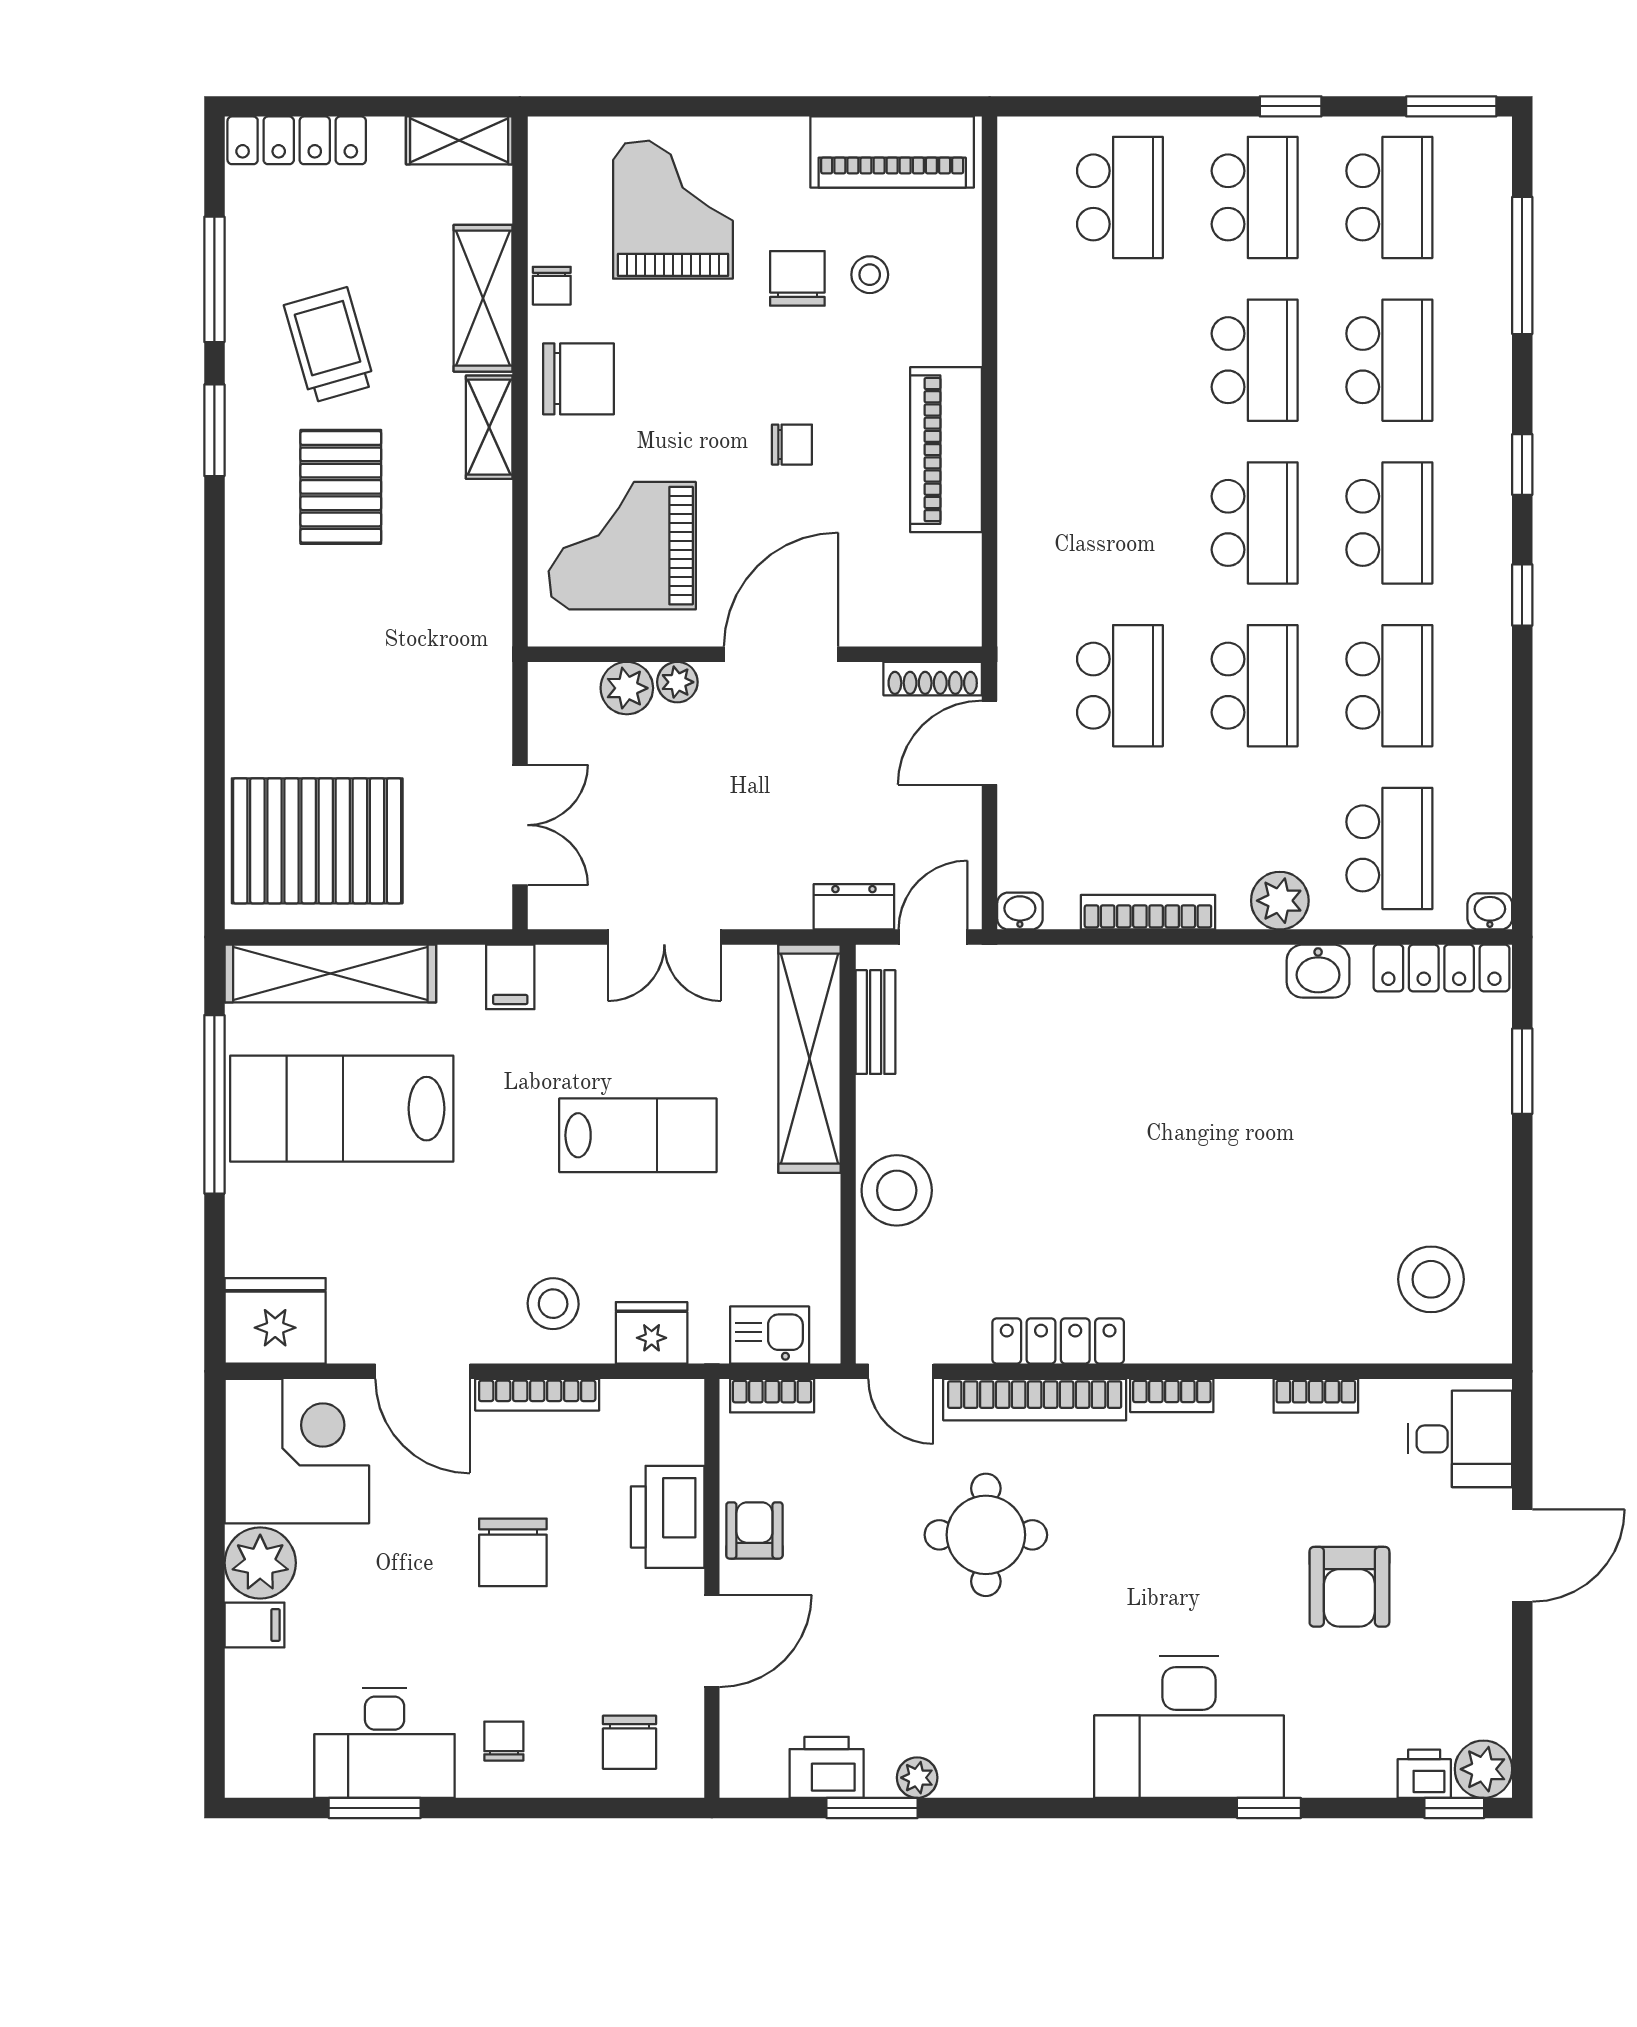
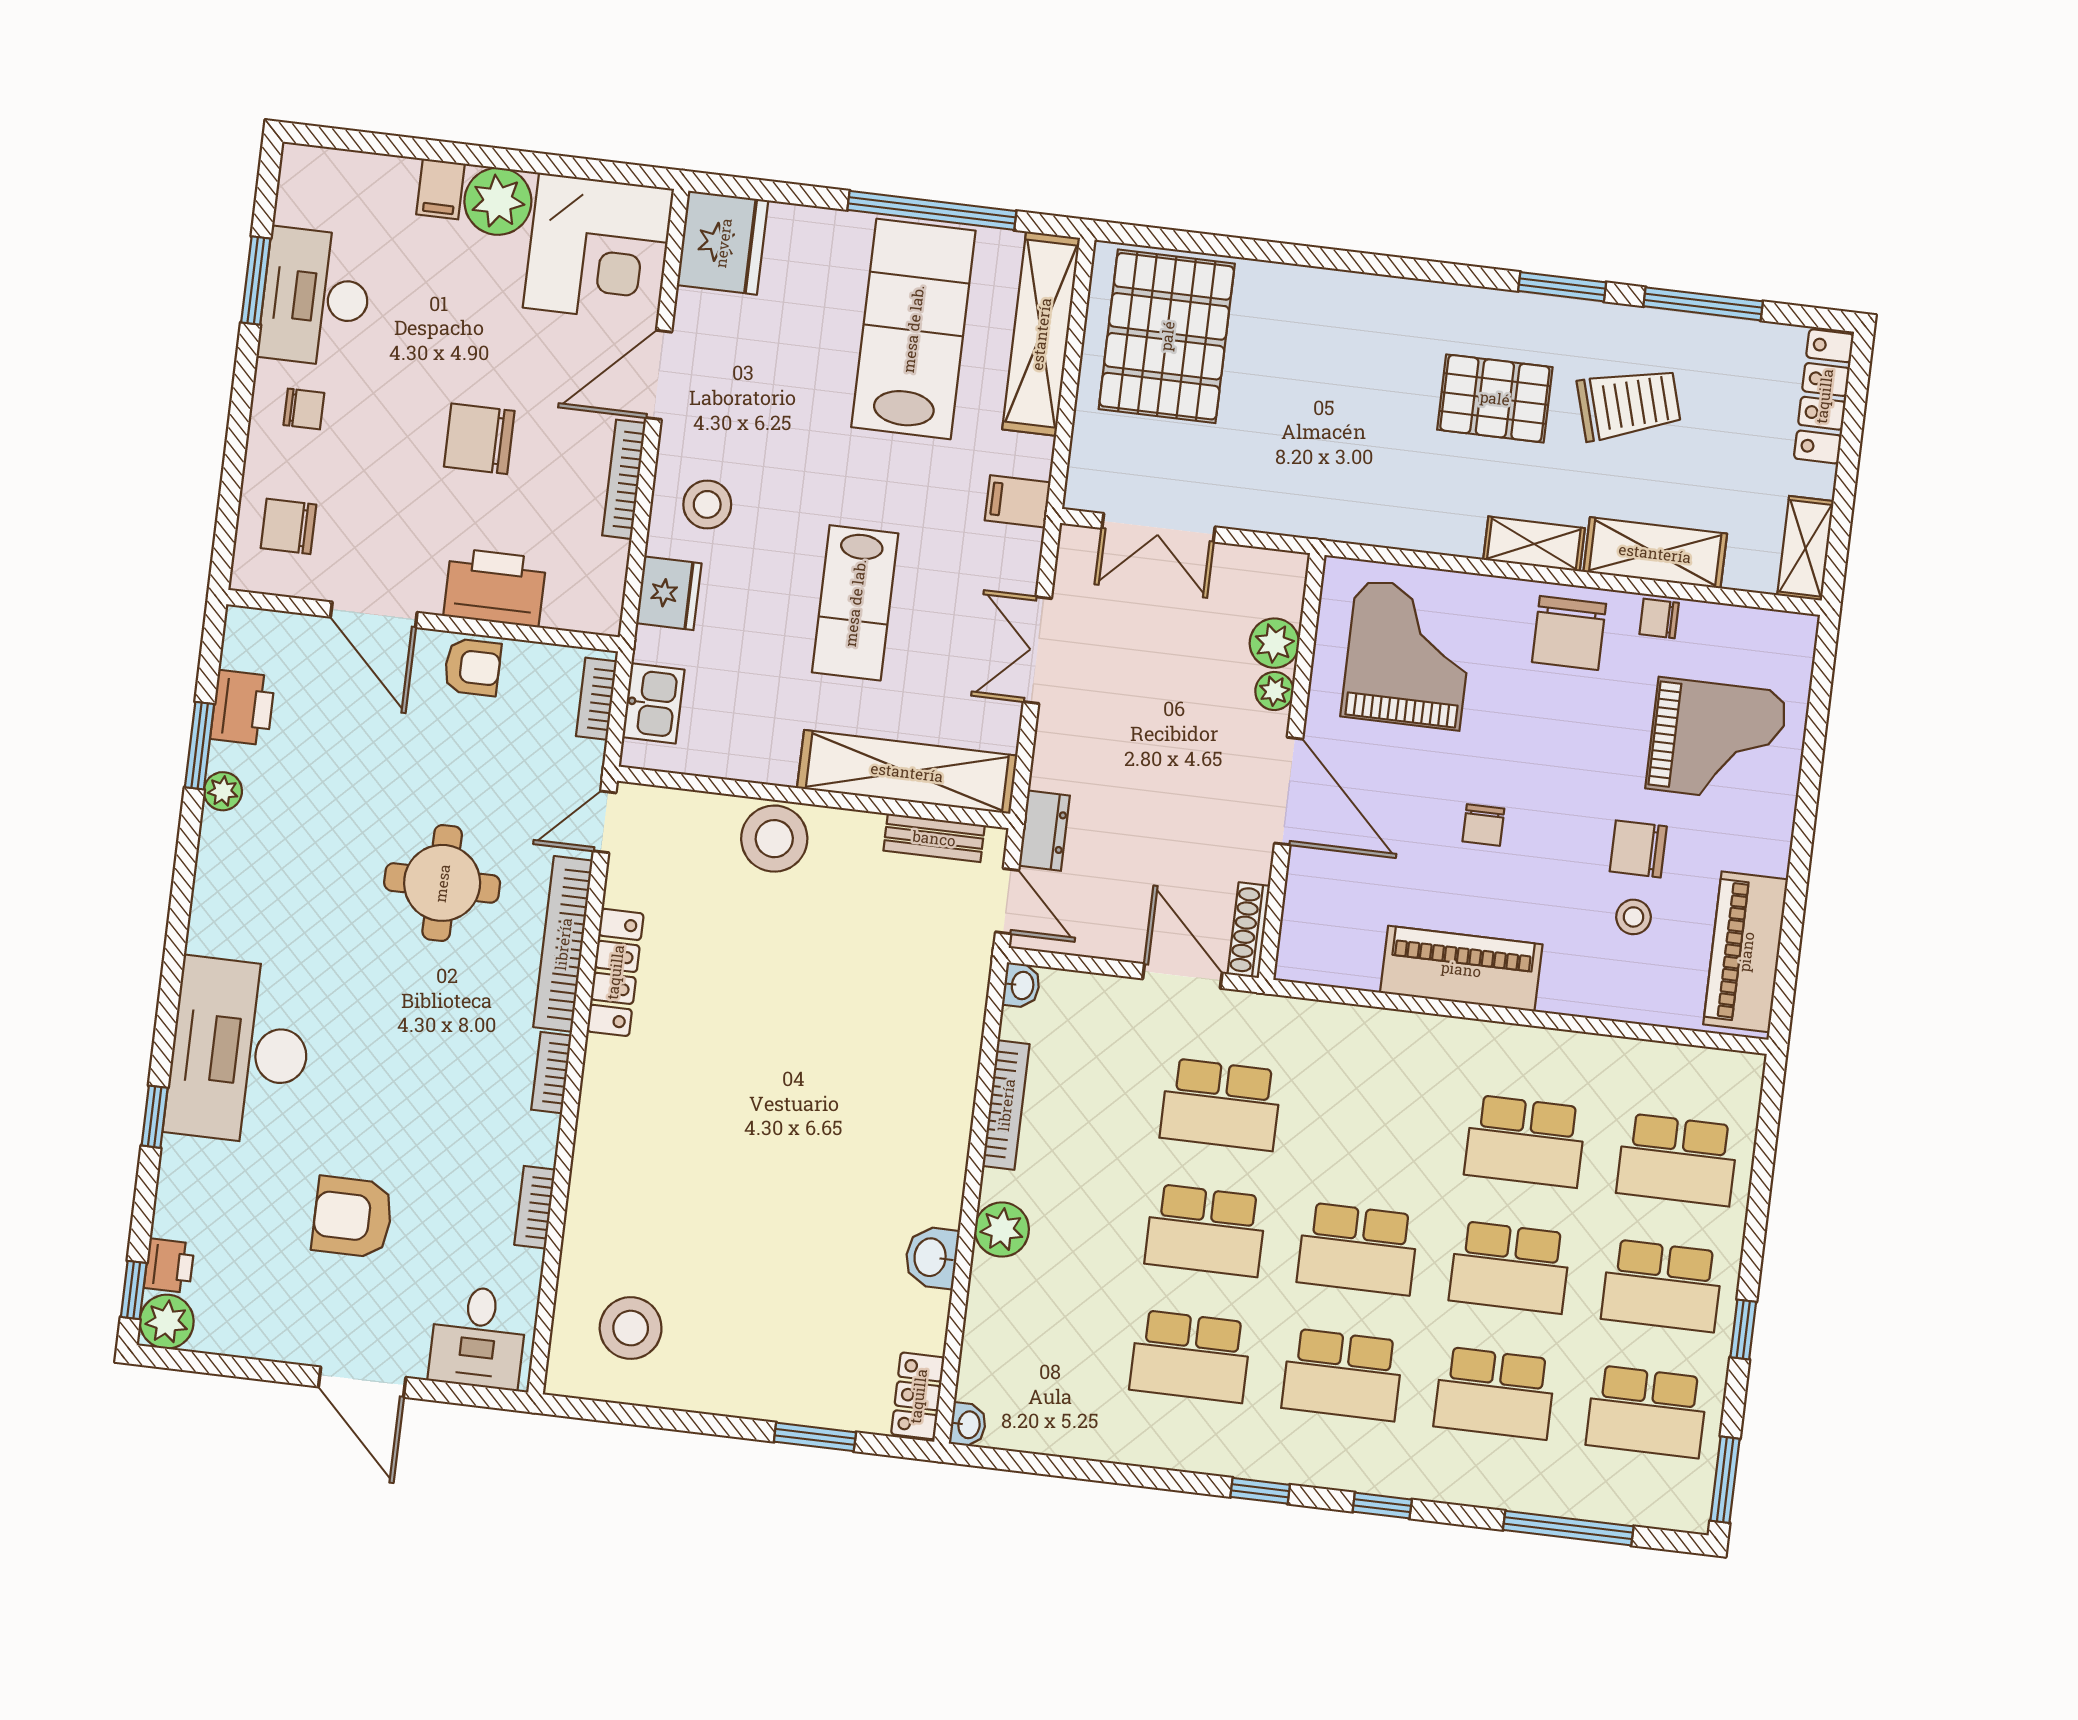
chair: (797, 278) -> (1638, 849), turned 180
school desk: (1389, 848) -> (1525, 1141), moved
locker: (1441, 968) -> (918, 1396), width x0.66

